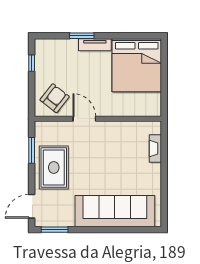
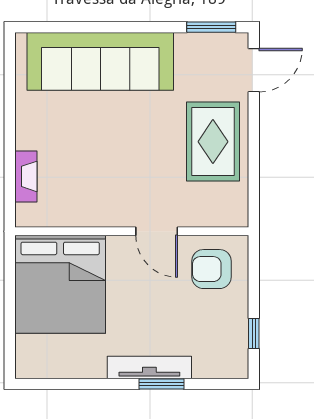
tv unit: (95, 45) -> (149, 368), width x1.41
bed: (137, 65) -> (60, 284), moved, turned 180
armchair: (55, 98) -> (211, 269), turned 52
window: (32, 150) -> (254, 173), removed

